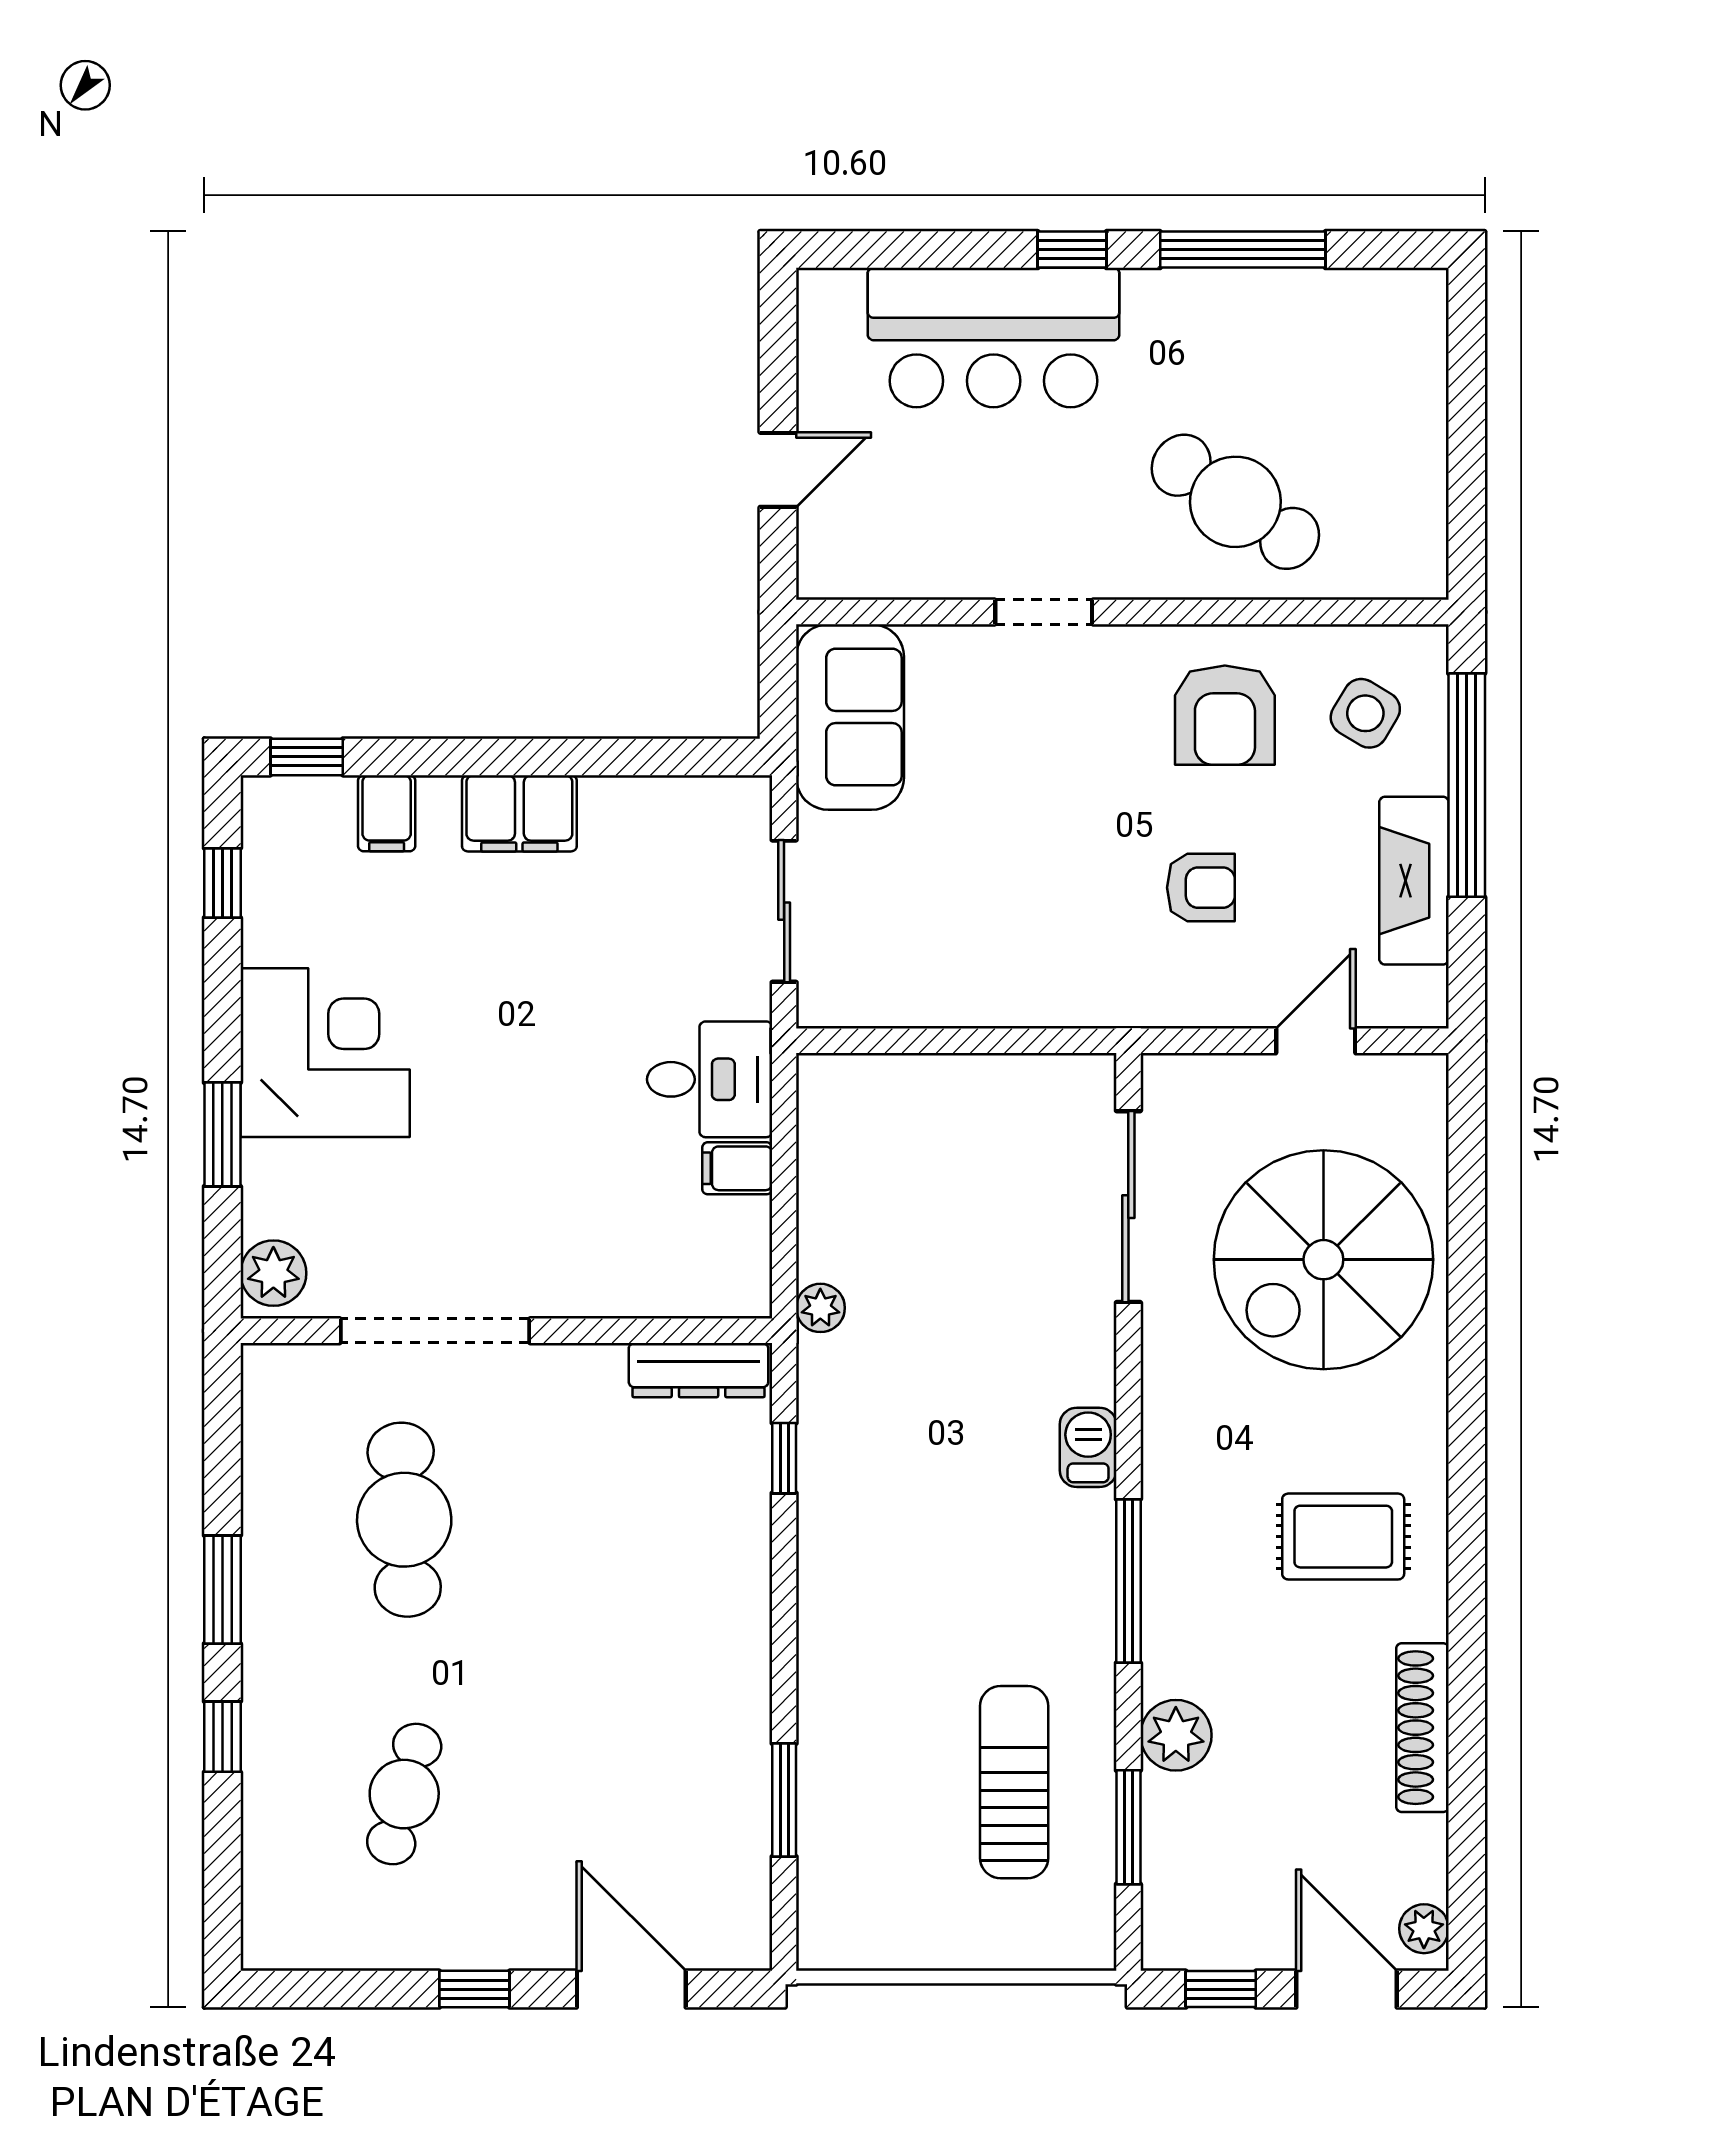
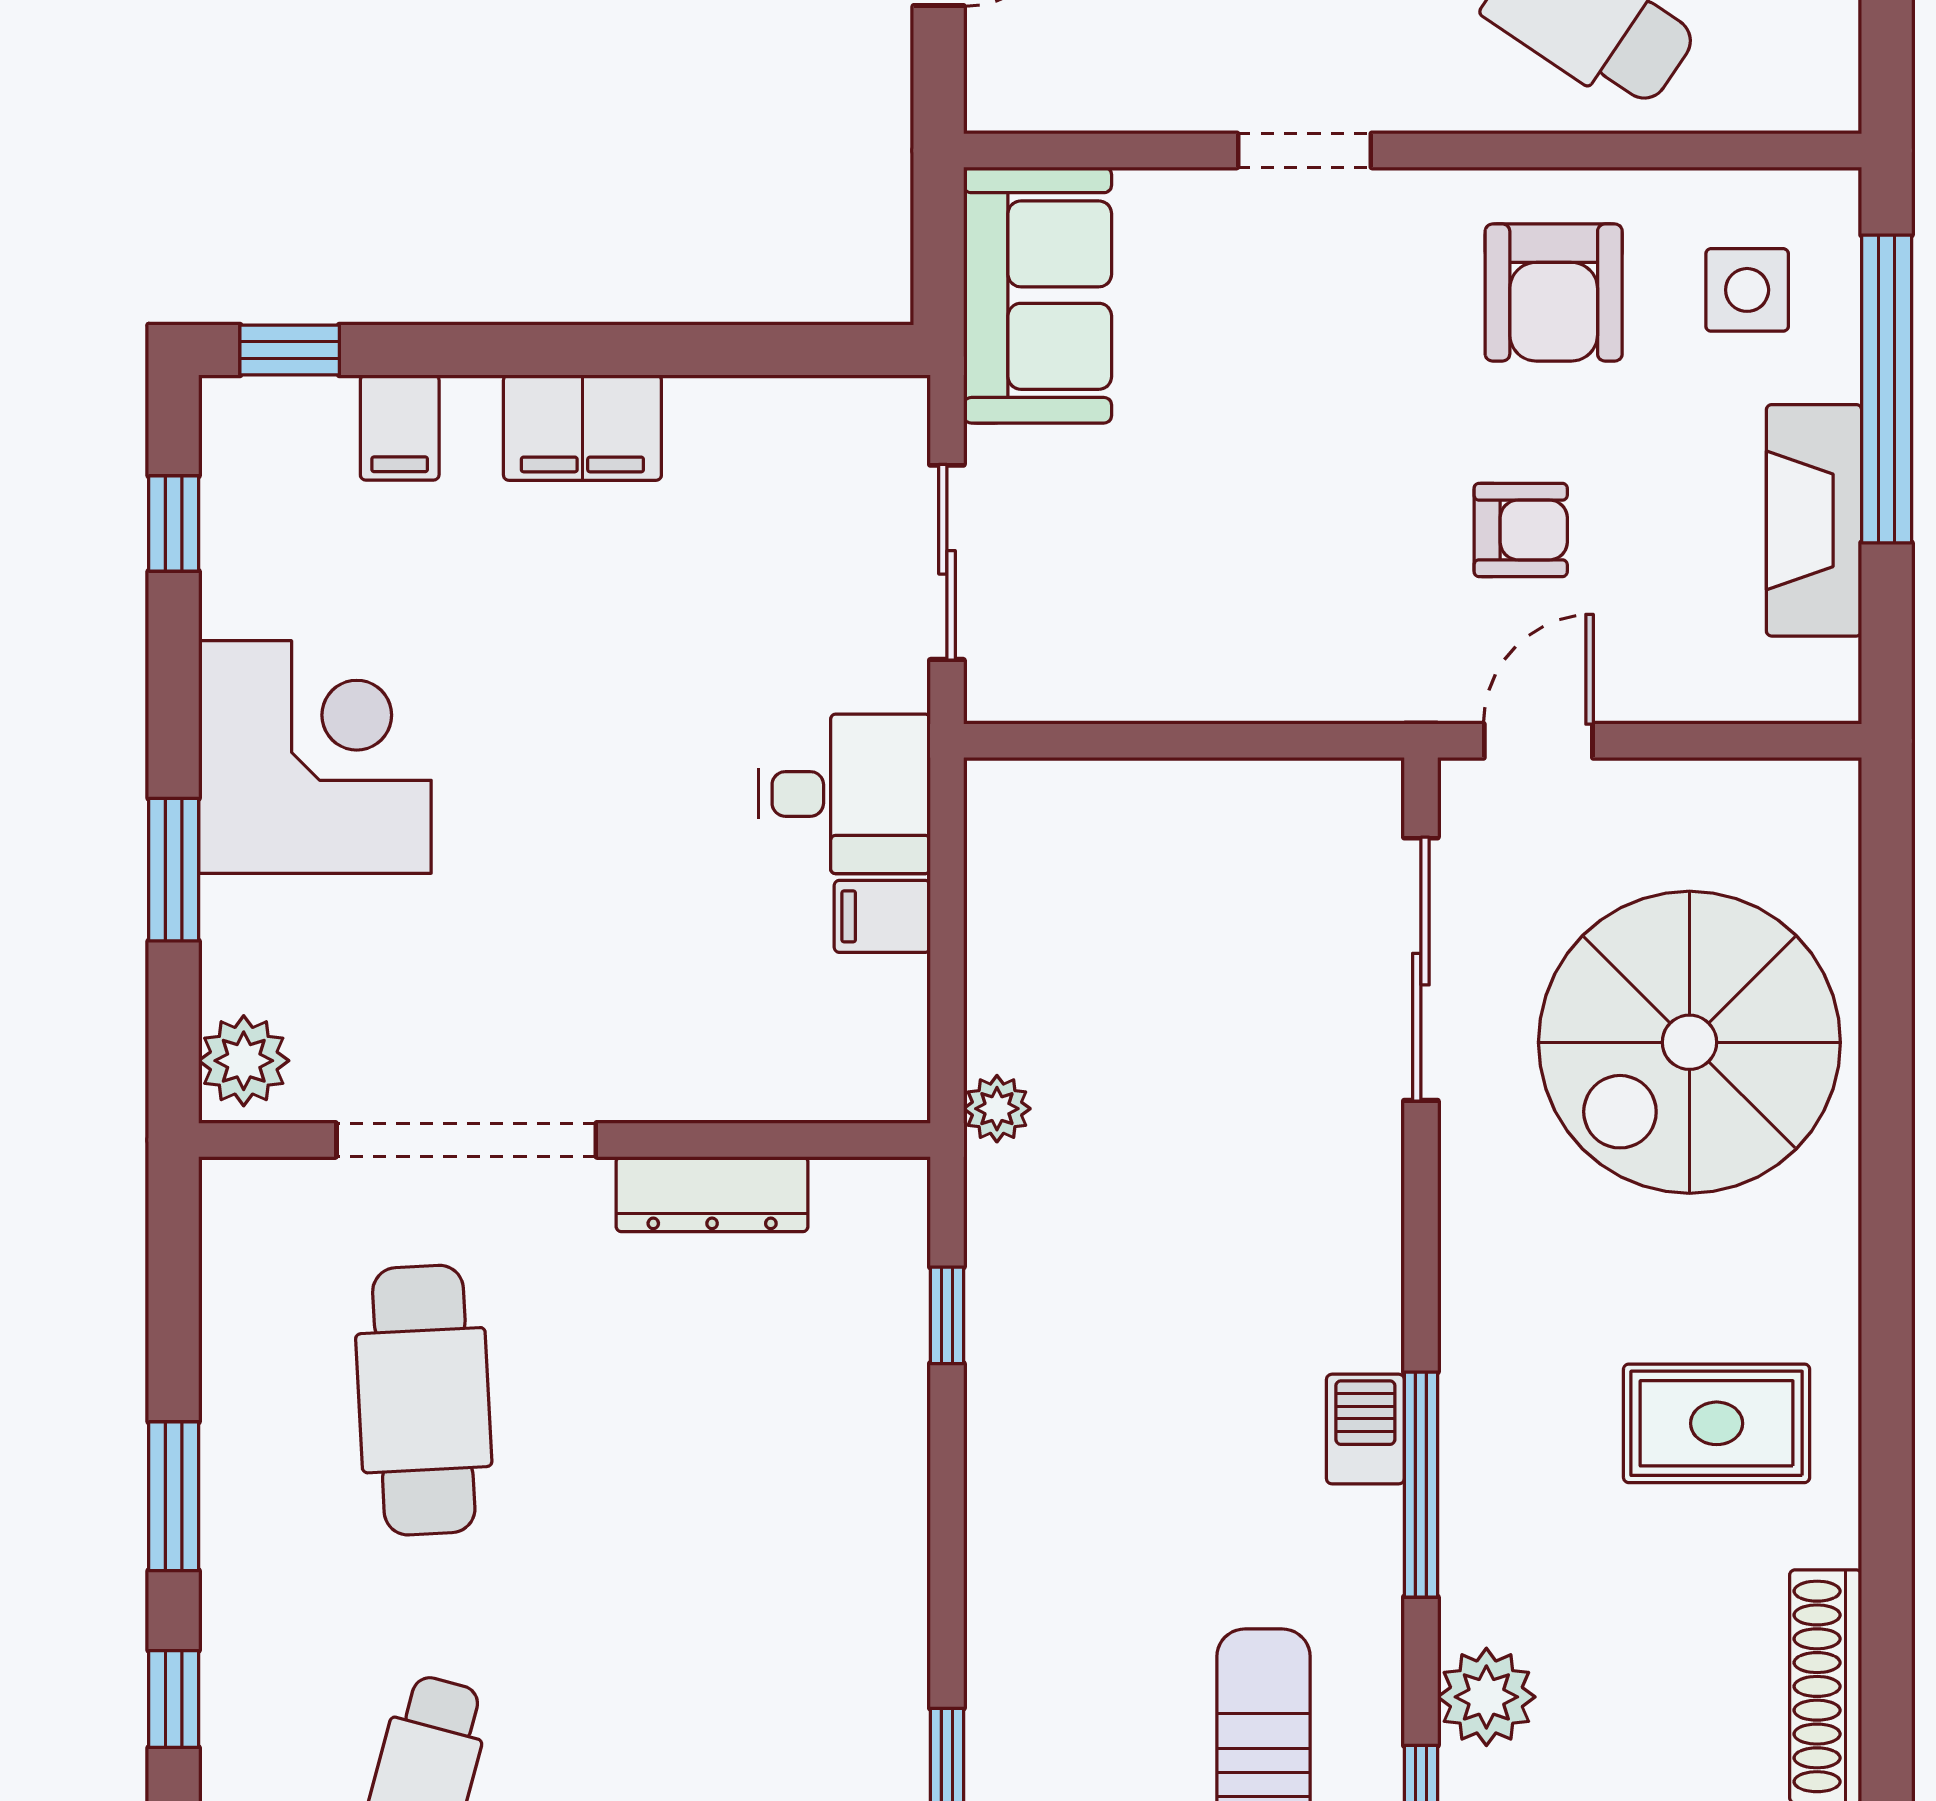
side table: (1365, 713) -> (1747, 290), turned -31
door: (1316, 1041) -> (1538, 741), moved
dresser: (699, 1370) -> (712, 1194), moved
barbecue: (1088, 1447) -> (1365, 1429), moved

